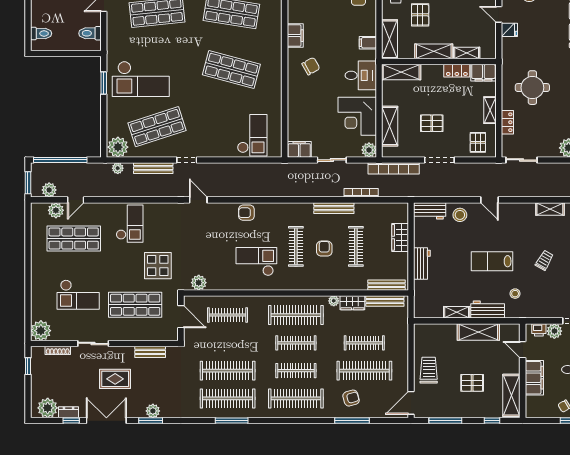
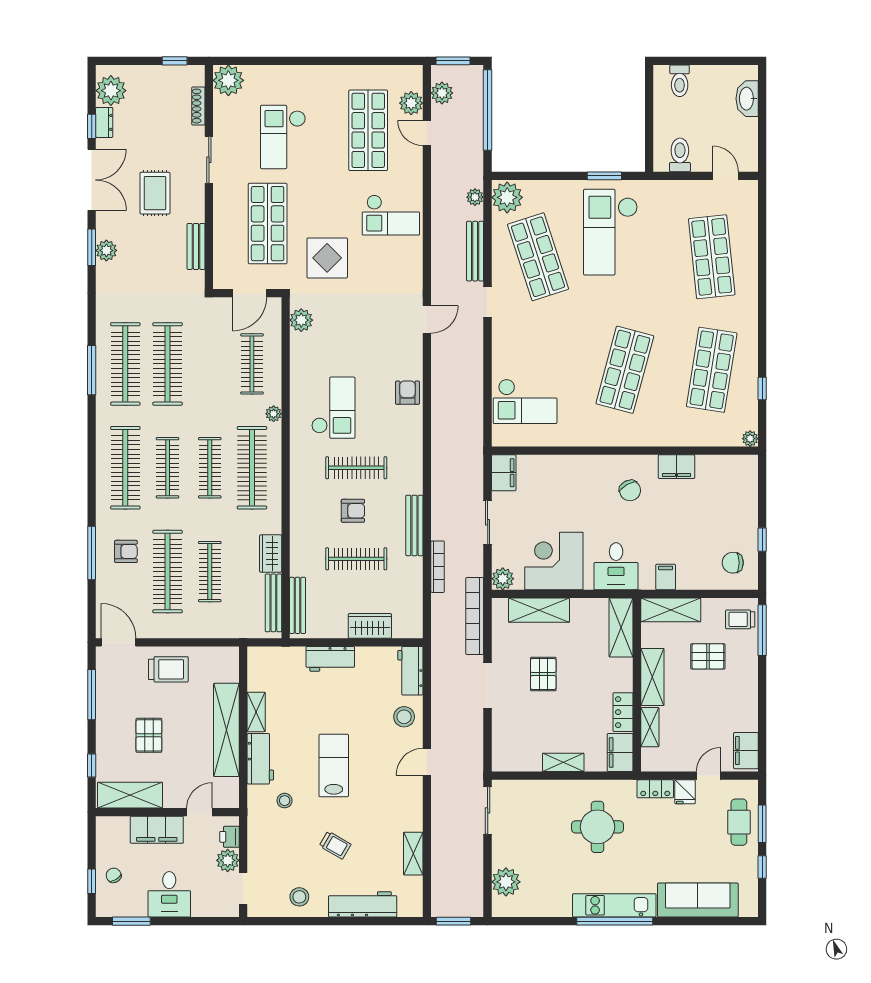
locker: (507, 122) -> (655, 789), moved
pallet: (478, 142) -> (514, 744), removed
plant: (334, 301) -> (274, 414), moved
shelving: (478, 332) -> (226, 730), width x1.47
armchair: (351, 398) -> (126, 551), turned -74

